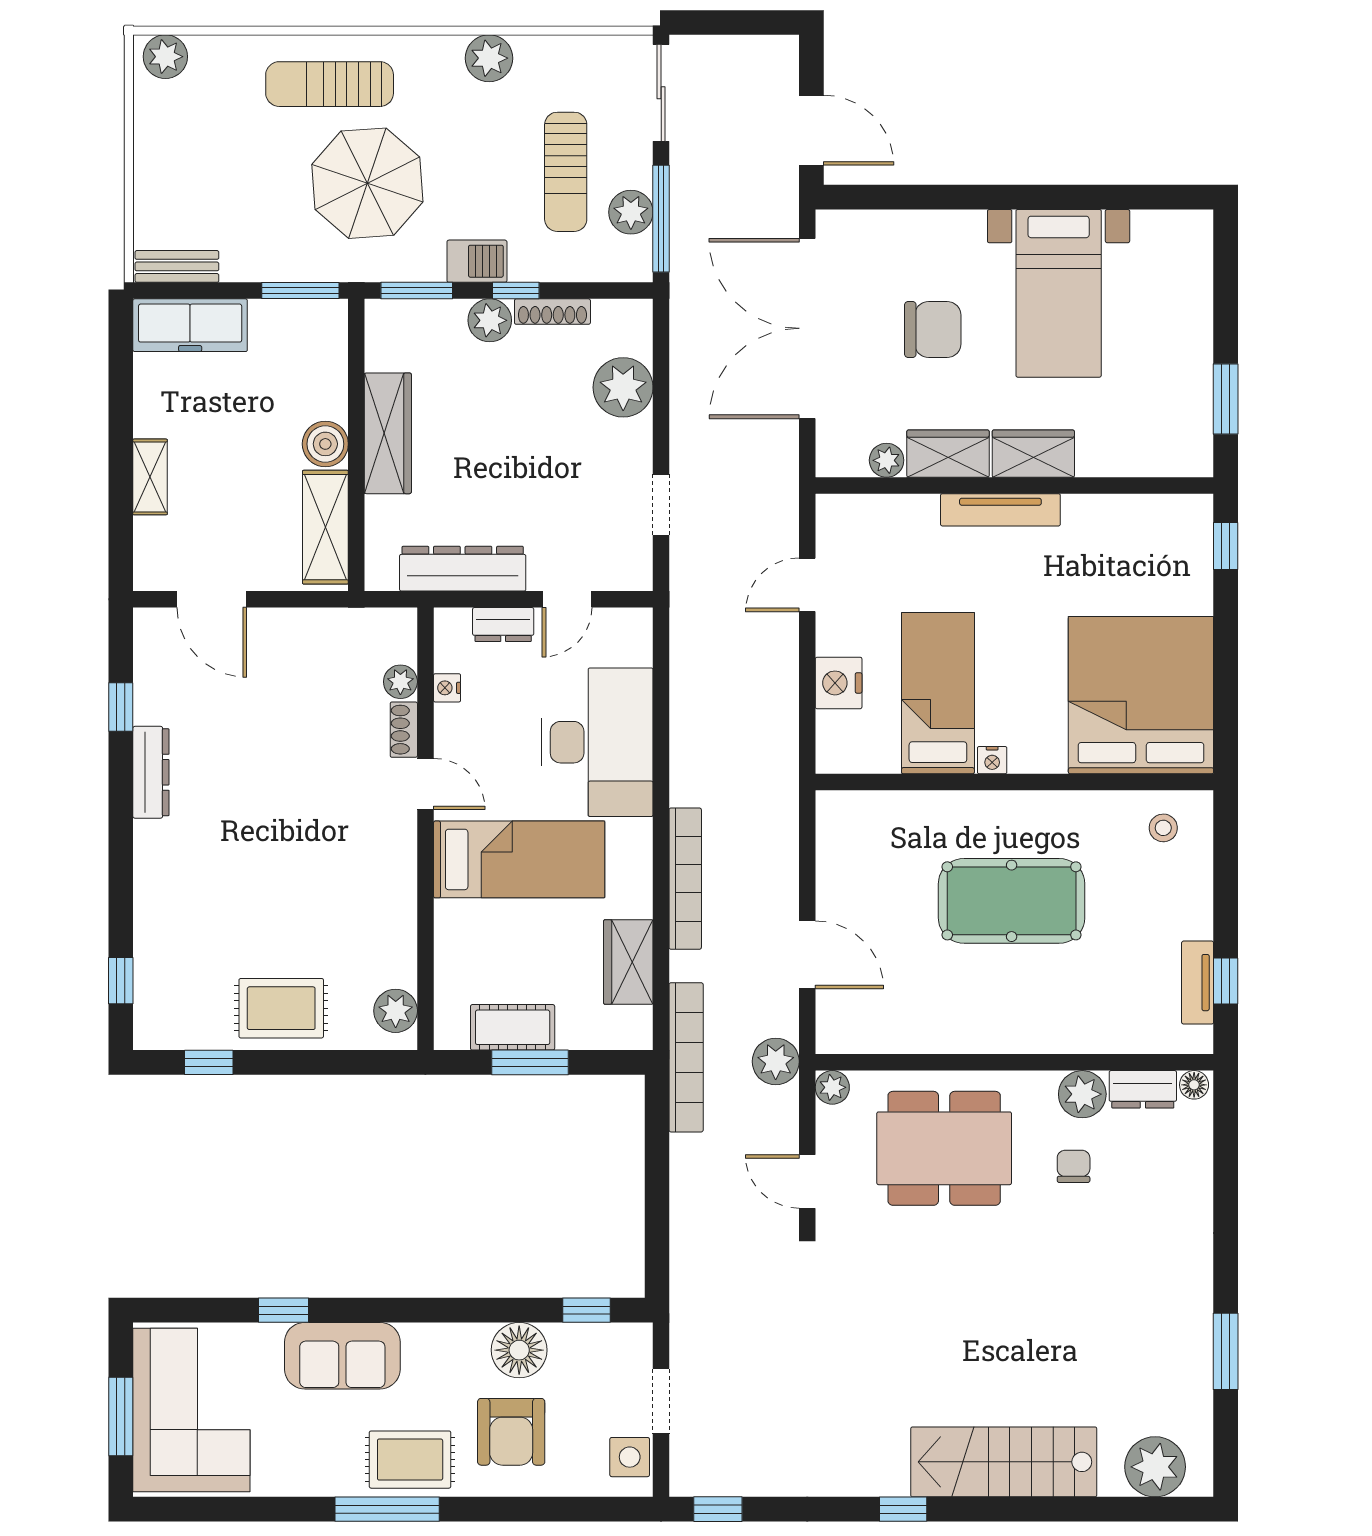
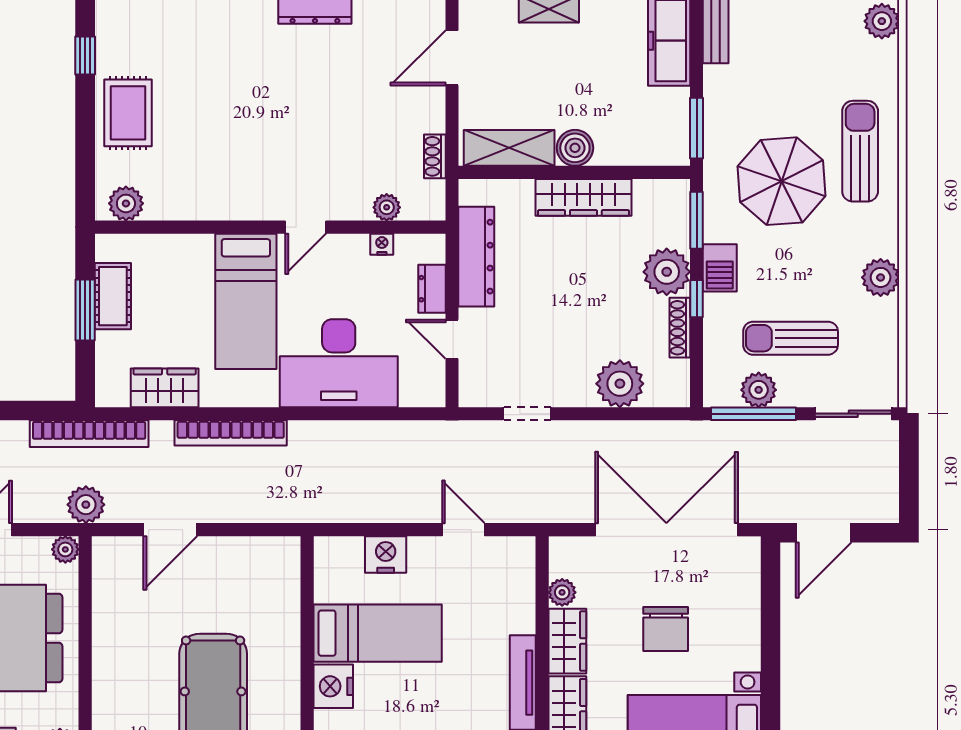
plant: (490, 320) -> (667, 272), width x1.36, depth x1.36
shoe rack: (404, 730) -> (435, 156), moved, turned -90
nightstand: (992, 760) -> (333, 686), width x1.89, depth x1.79

